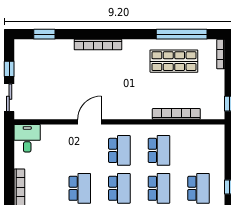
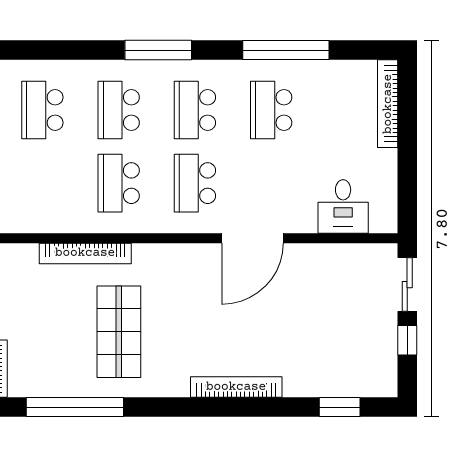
shop shelf: (174, 61) -> (119, 332), moved, turned 90
door: (90, 122) -> (252, 238), width x1.36
desk: (27, 138) -> (343, 206), moved

